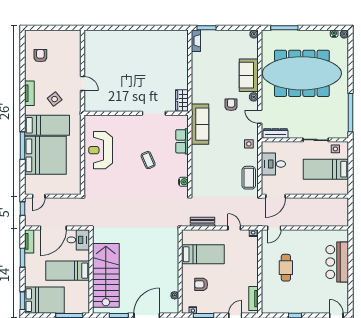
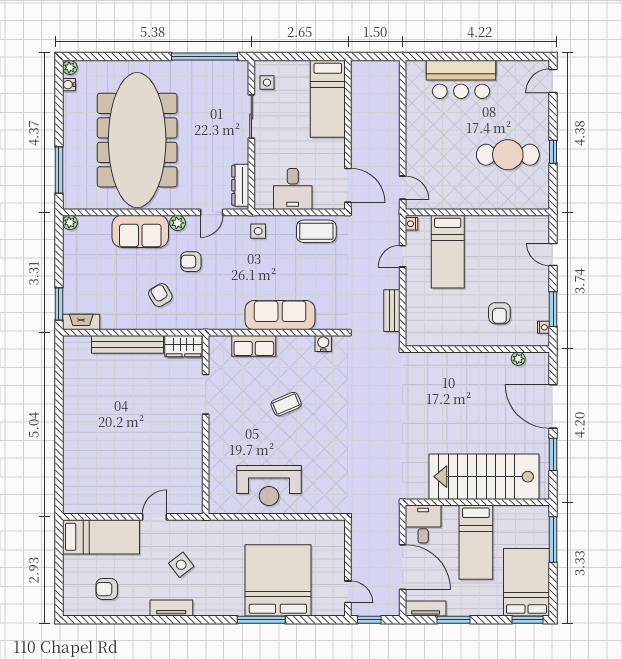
bench: (183, 68) -> (128, 344), added
armchair: (212, 87) -> (160, 295), added
sofa: (200, 124) -> (280, 315), moved
bed: (47, 125) -> (101, 537), moved, turned 90
bed: (326, 169) -> (328, 99), moved
bed: (203, 254) -> (448, 252), moved, turned 180
cafe table: (286, 268) -> (508, 155), moved, width x1.37, depth x1.35
tv unit: (254, 299) -> (524, 223), removed

